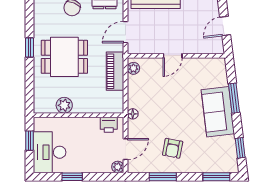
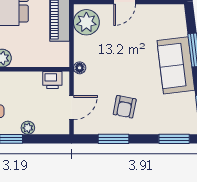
plant: (133, 68) -> (86, 22), width x1.88, depth x1.88
plant: (118, 167) -> (28, 128), moved

